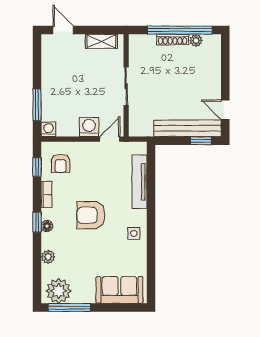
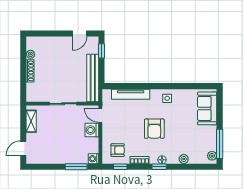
window: (180, 30) -> (23, 66), removed
bench: (187, 128) -> (93, 78), moved
plant: (59, 291) -> (212, 156), width x0.53, depth x0.53

